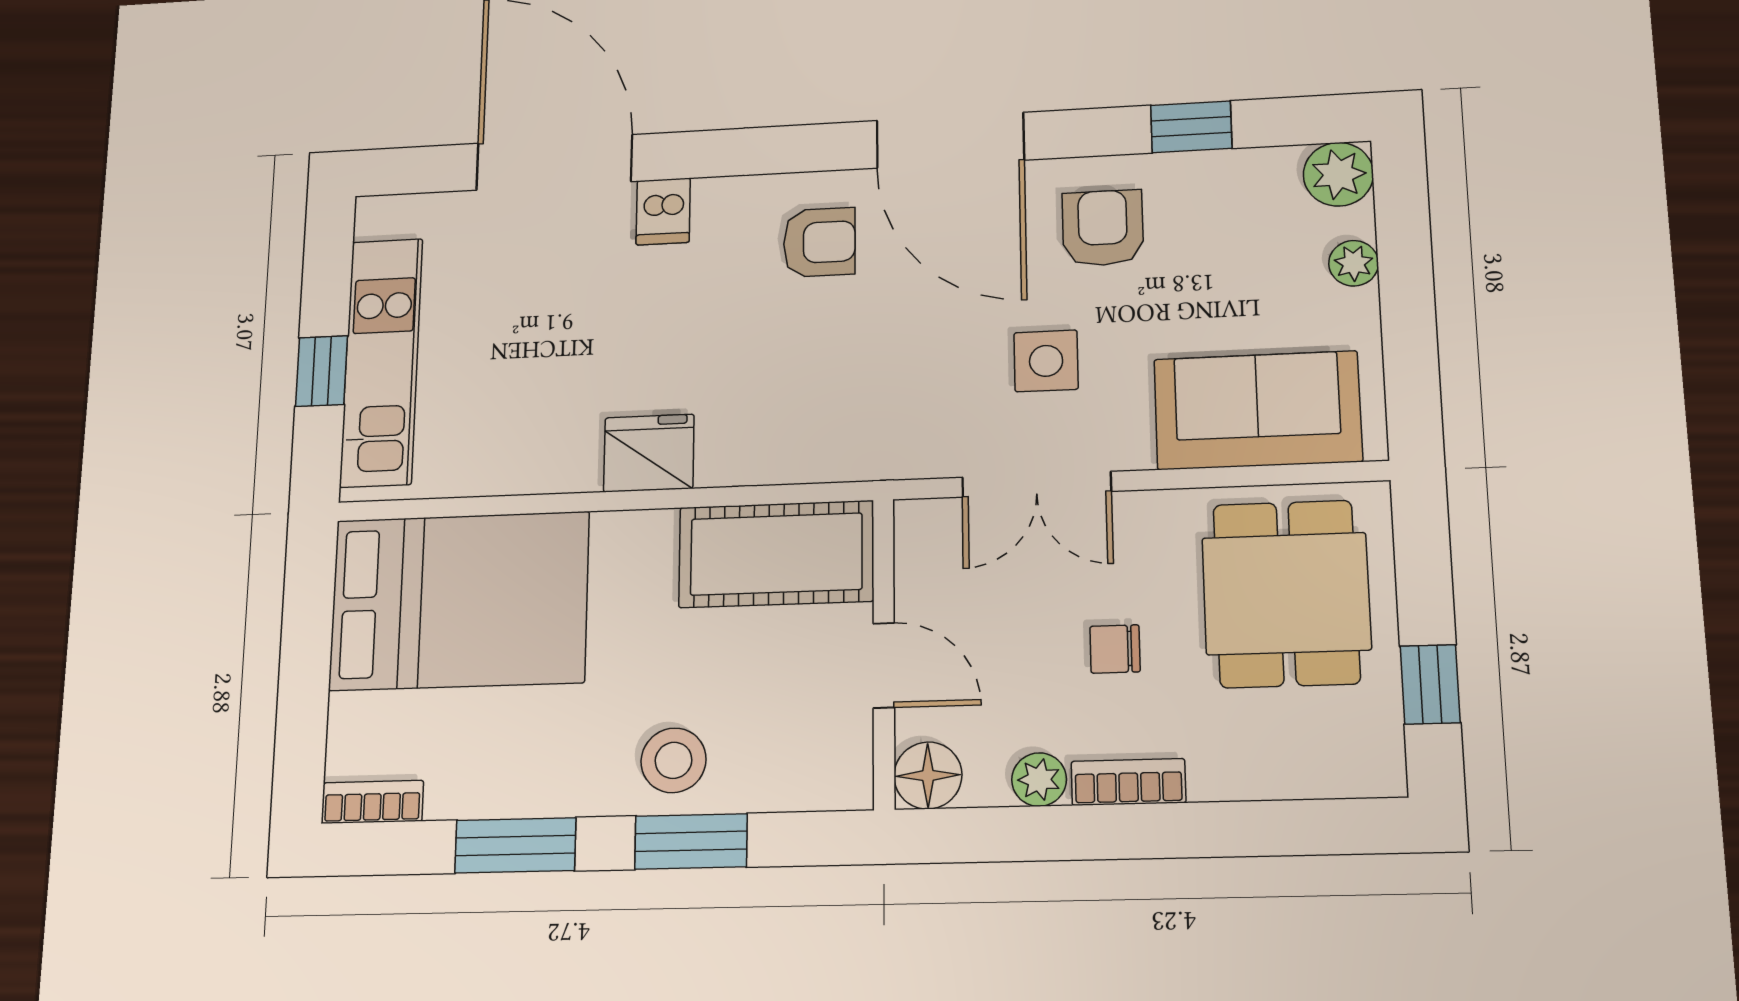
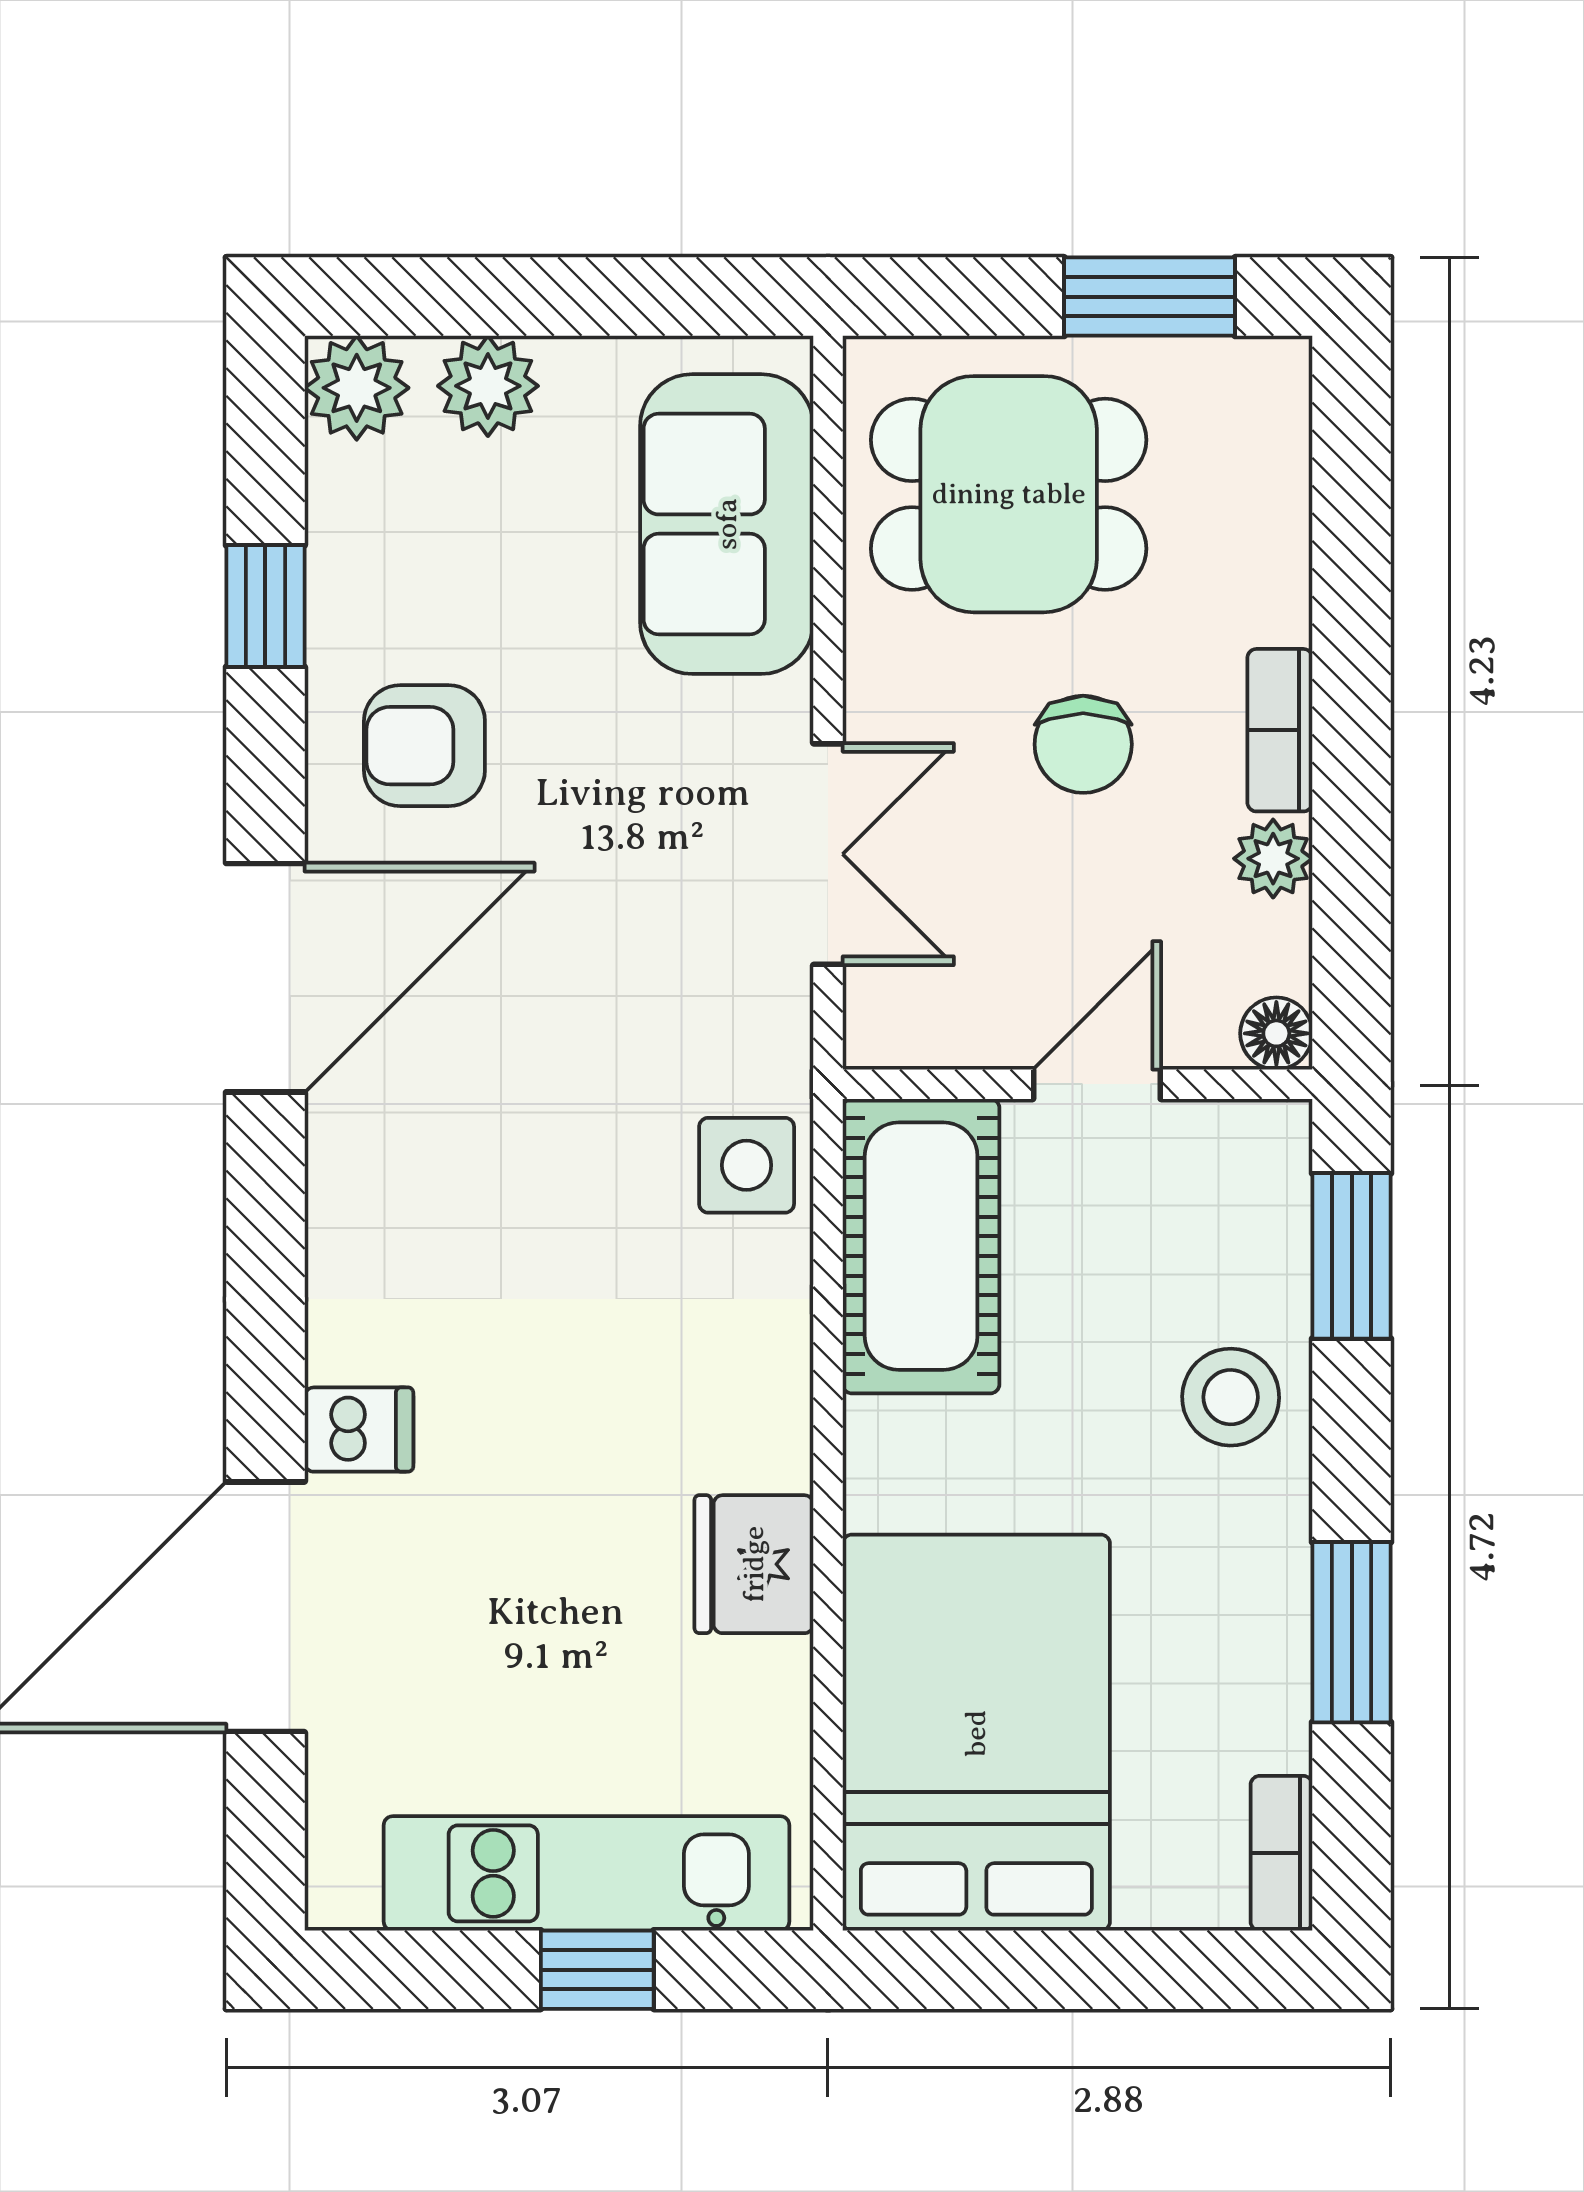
armchair: (819, 242) -> (424, 1183), removed
plant: (1354, 263) -> (488, 386), width x1.38, depth x1.38
side table: (1046, 361) -> (747, 1165), moved
fridge: (649, 453) -> (754, 1564), moved
chair: (1115, 649) -> (1083, 744), width x1.37, depth x1.37
window: (1430, 684) -> (1150, 297), width x1.50
floor lamp: (928, 775) -> (1276, 1033), width x0.73, depth x0.73
window: (691, 841) -> (1352, 1256), moved

